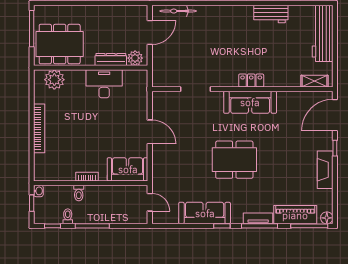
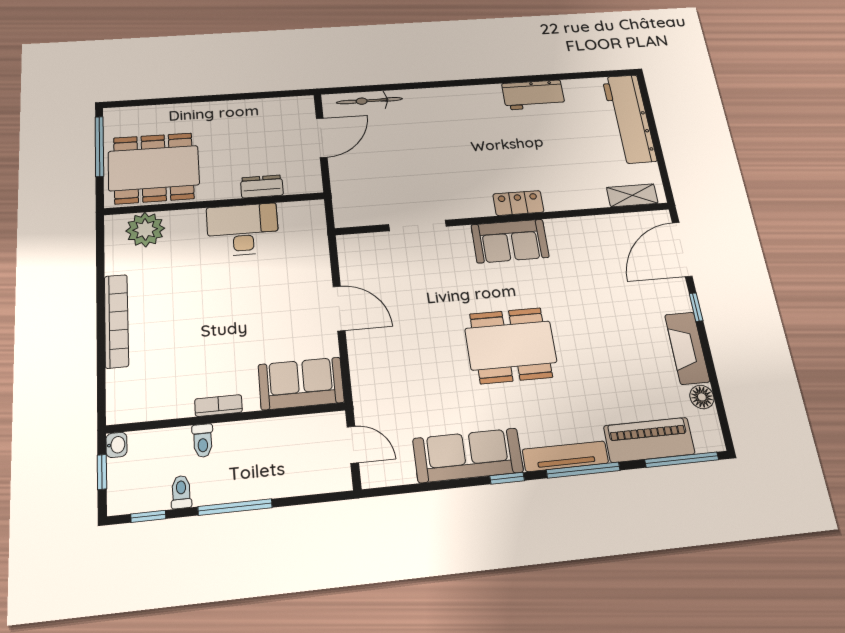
plant: (135, 58) -> (298, 181), removed
dresser: (111, 59) -> (262, 186), width x0.70
sofa: (250, 102) -> (510, 241), width x0.73
tv unit: (258, 218) -> (565, 456), width x1.41
floor lamp: (327, 218) -> (702, 397), moved

